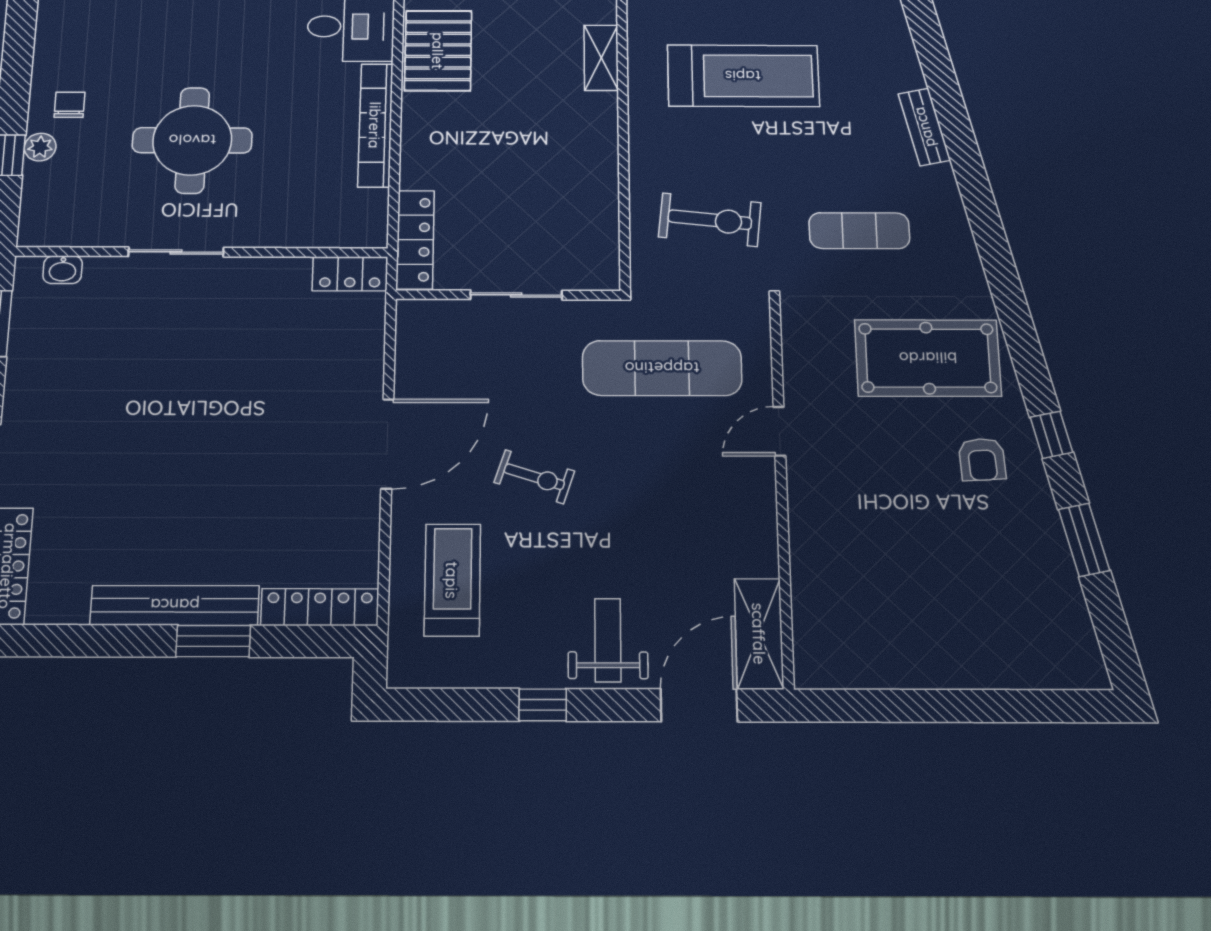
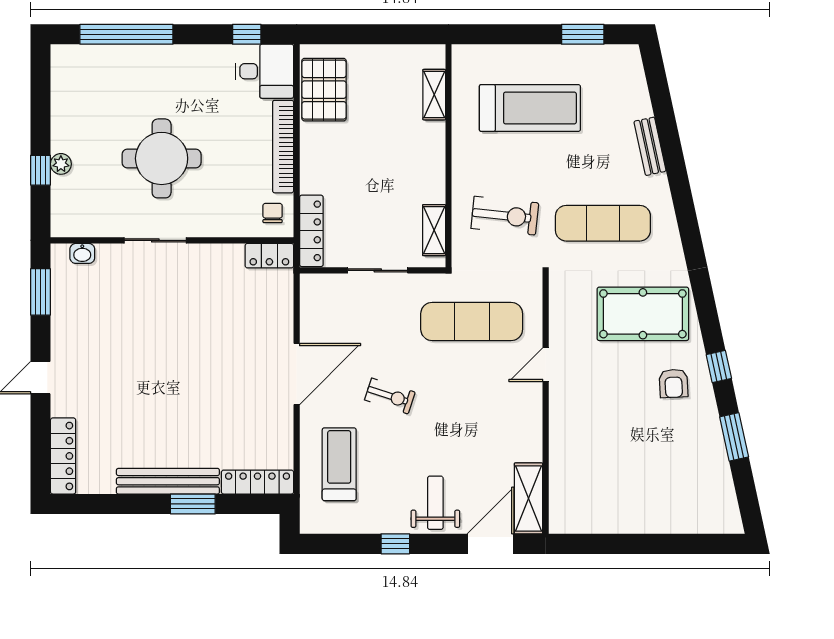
chair: (69, 105) -> (273, 213), moved
exercise mat: (859, 231) -> (603, 223), width x1.36, depth x1.45
shelving: (602, 239) -> (434, 230), added

